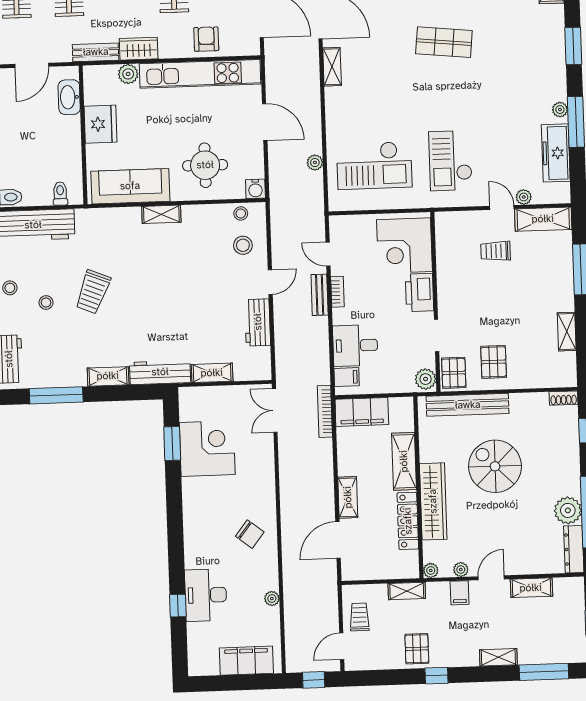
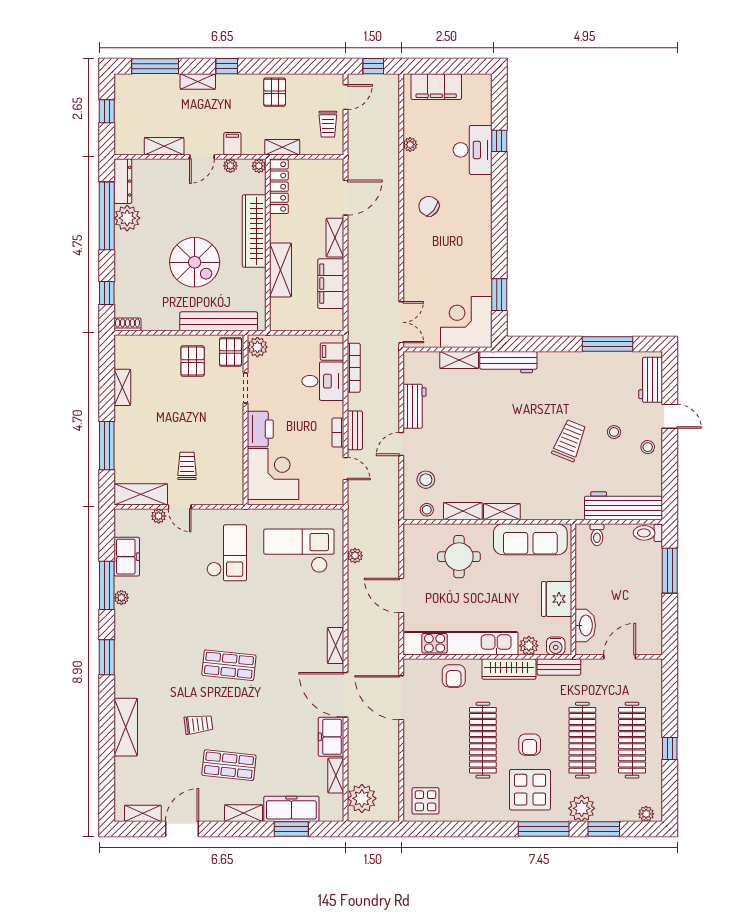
wardrobe: (139, 49) -> (509, 669), width x1.50
freezer: (556, 153) -> (127, 557), width x0.71
water cooler: (255, 189) -> (556, 646), moved, turned 180
trolley: (496, 251) -> (187, 466), turned -90
shelving: (108, 376) -> (463, 511), moved
bookcase: (325, 411) -> (354, 368), moved
filing cabinet: (362, 412) -> (331, 284), moved, turned -90
corner desk: (207, 449) -> (466, 322), moved, turned 90
locker: (408, 521) -> (279, 187), moved
window: (436, 676) -> (227, 66), moved

